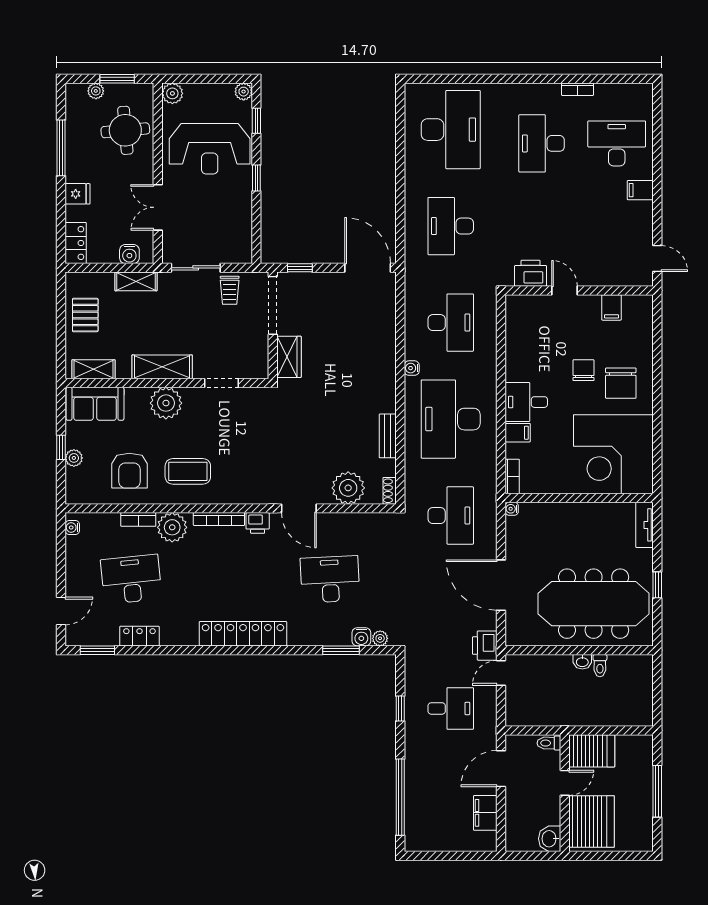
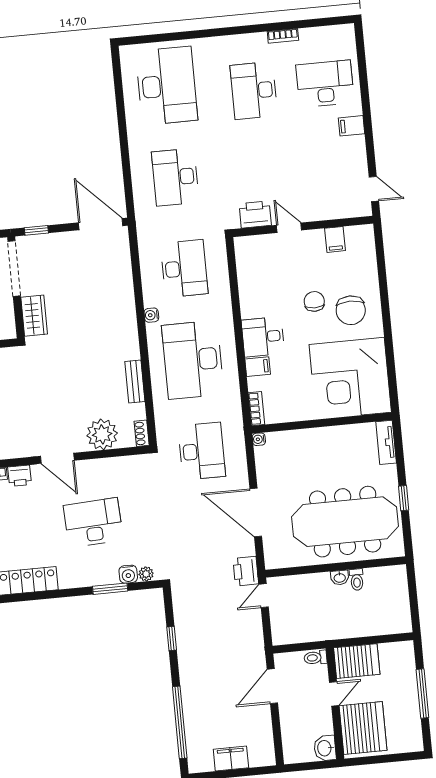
desk: (451, 708) -> (219, 634), removed
filing cabinet: (485, 813) -> (231, 758), moved, turned 90

